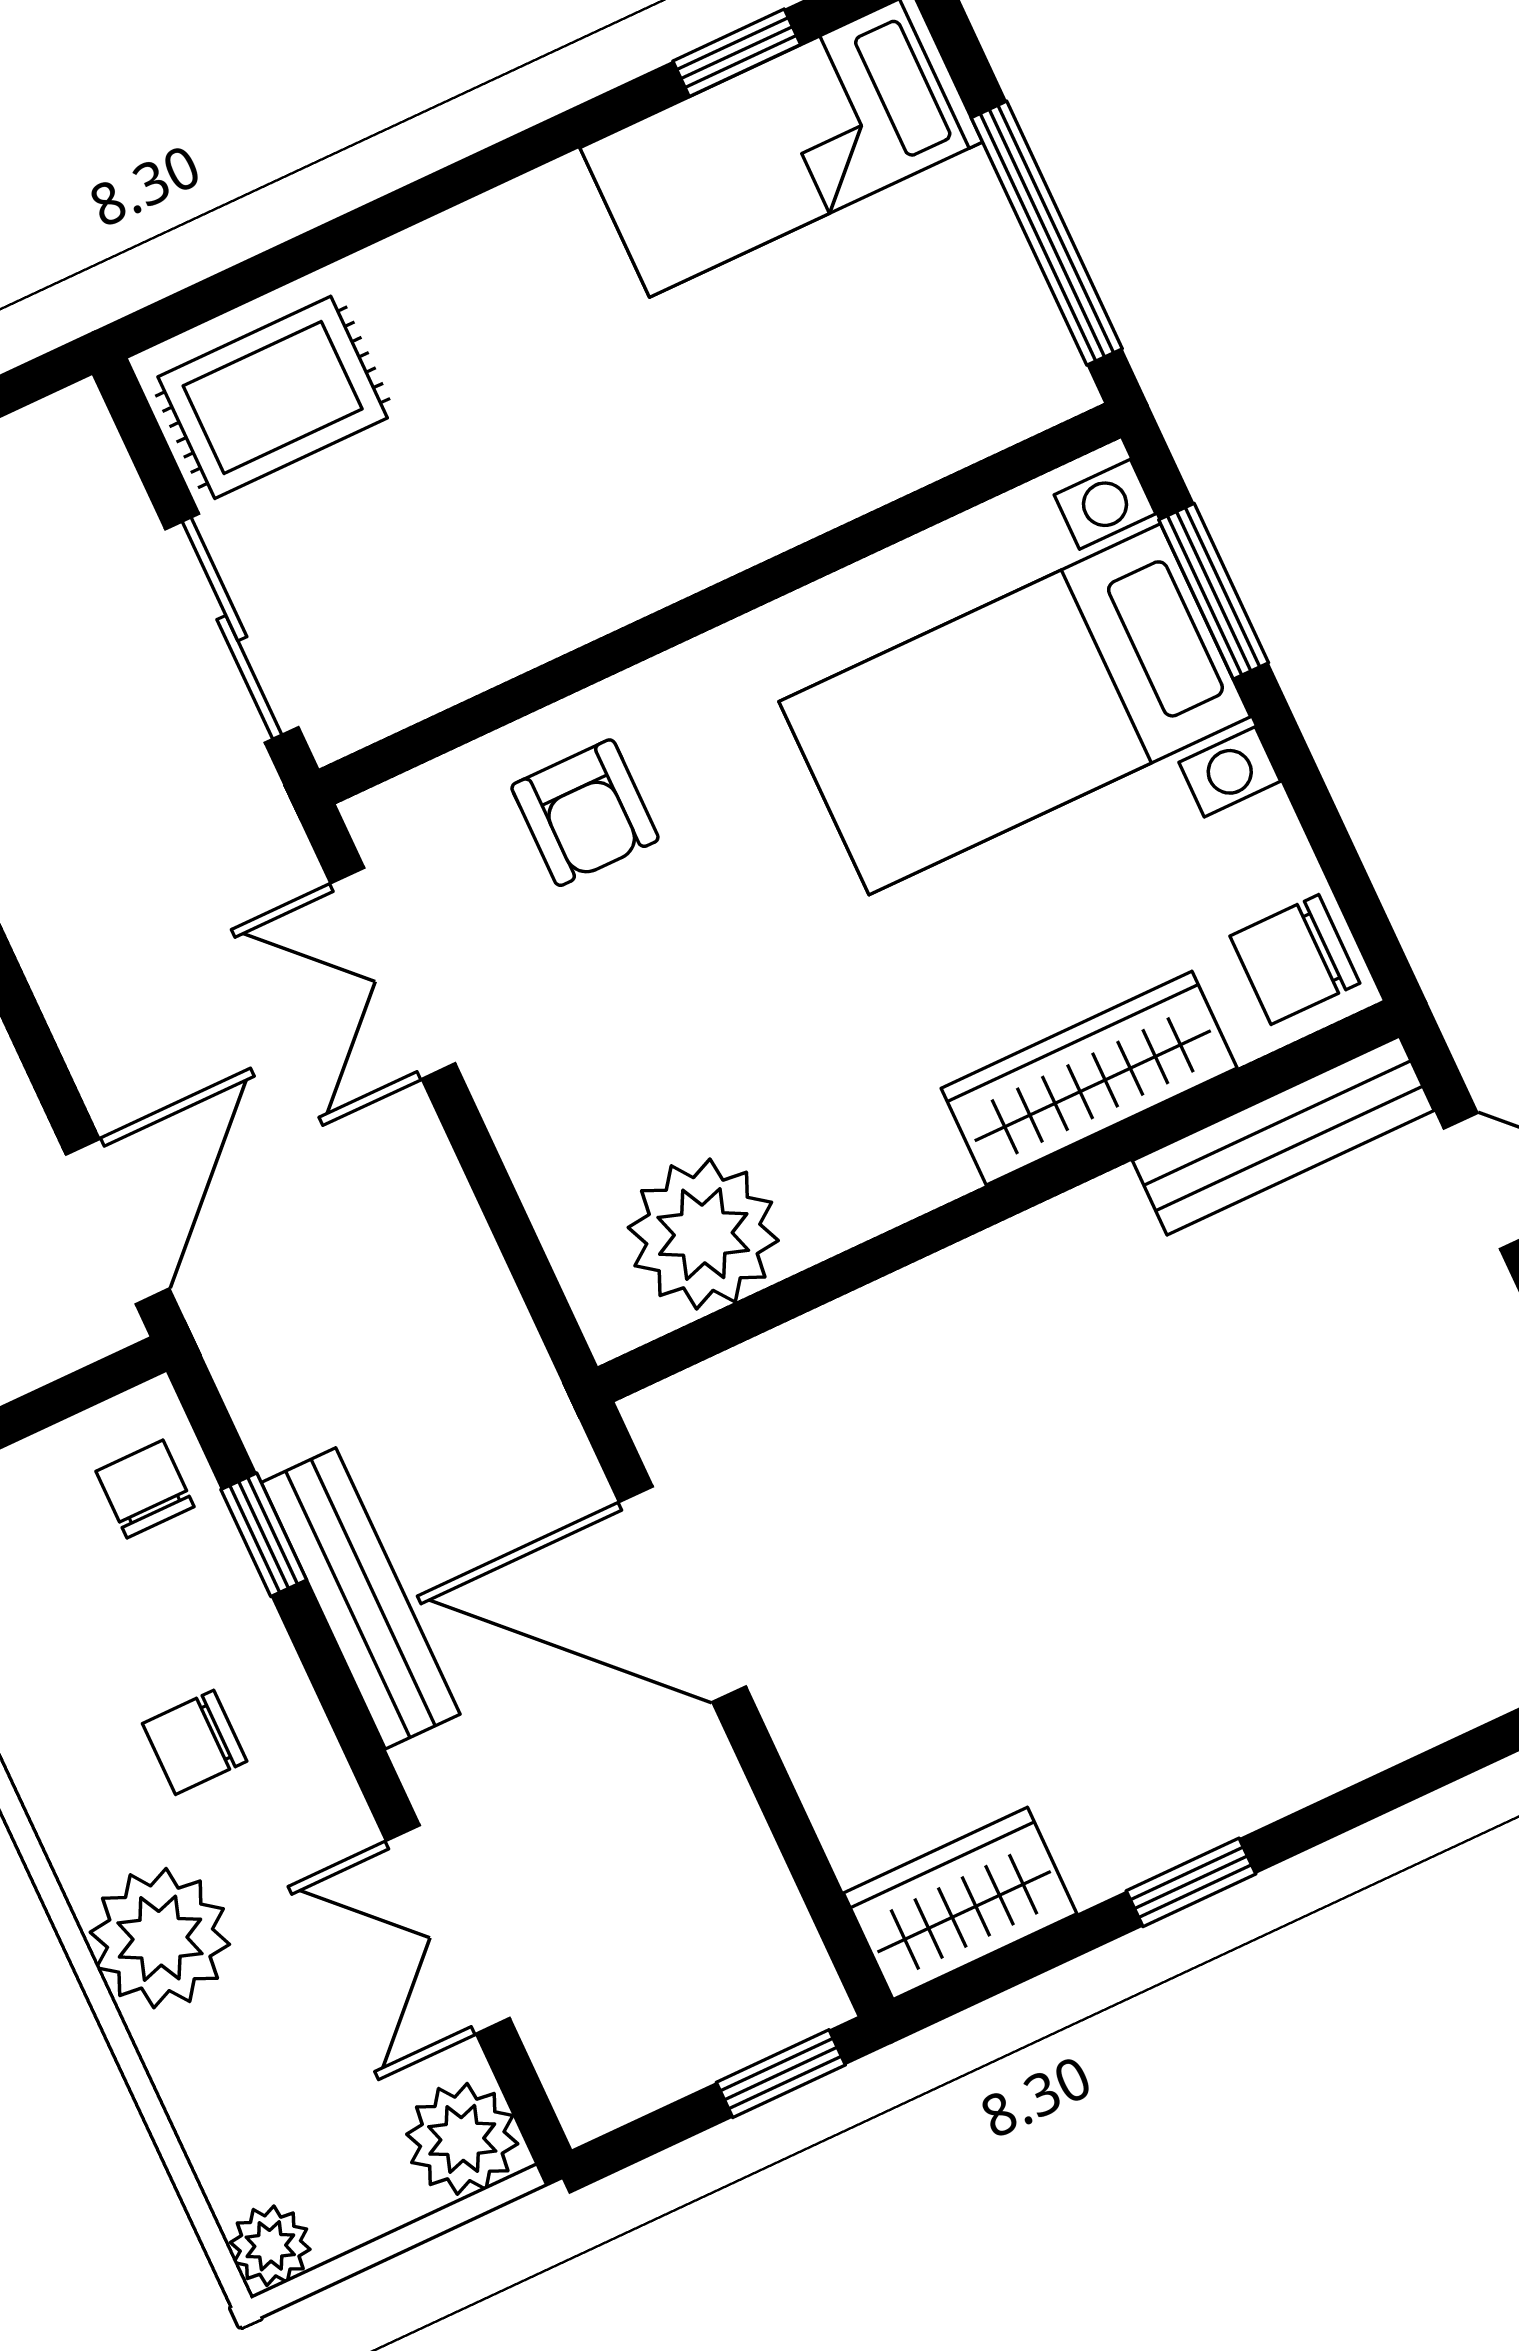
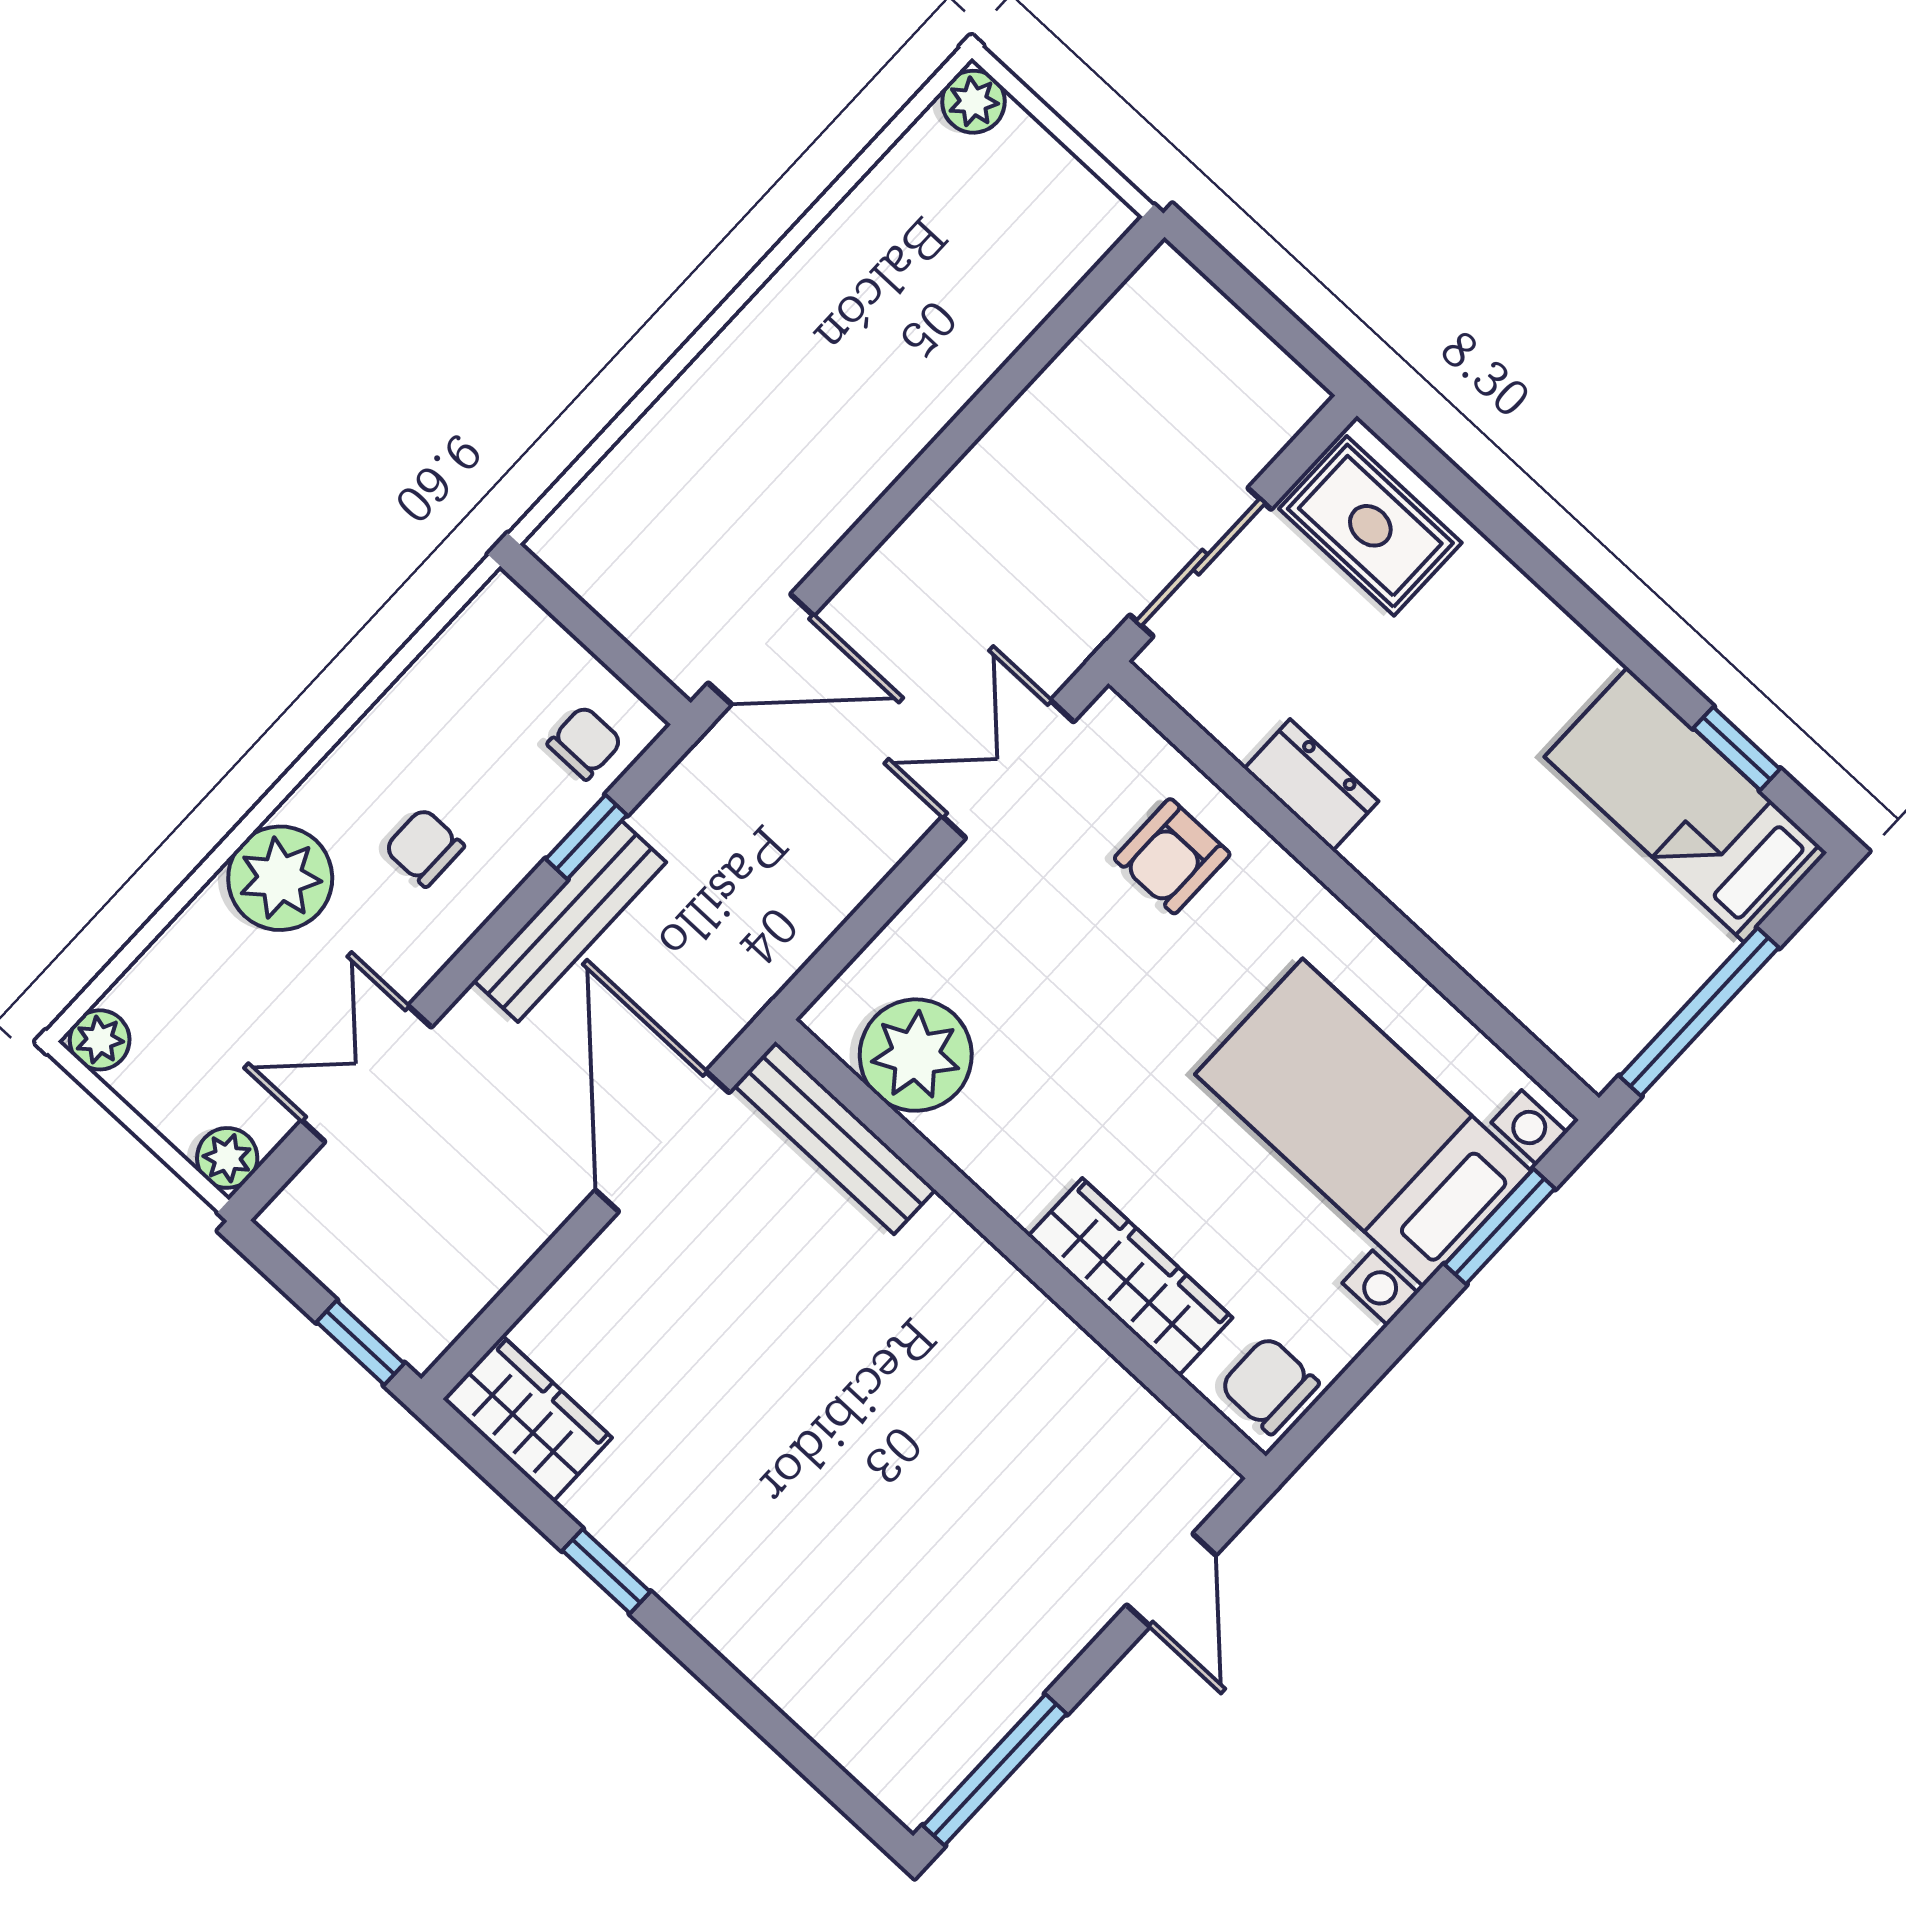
dresser: (566, 603) -> (1311, 785), added
bench: (1283, 1136) -> (835, 1138), moved
plant: (462, 2139) -> (227, 1158), width x0.73, depth x0.73

